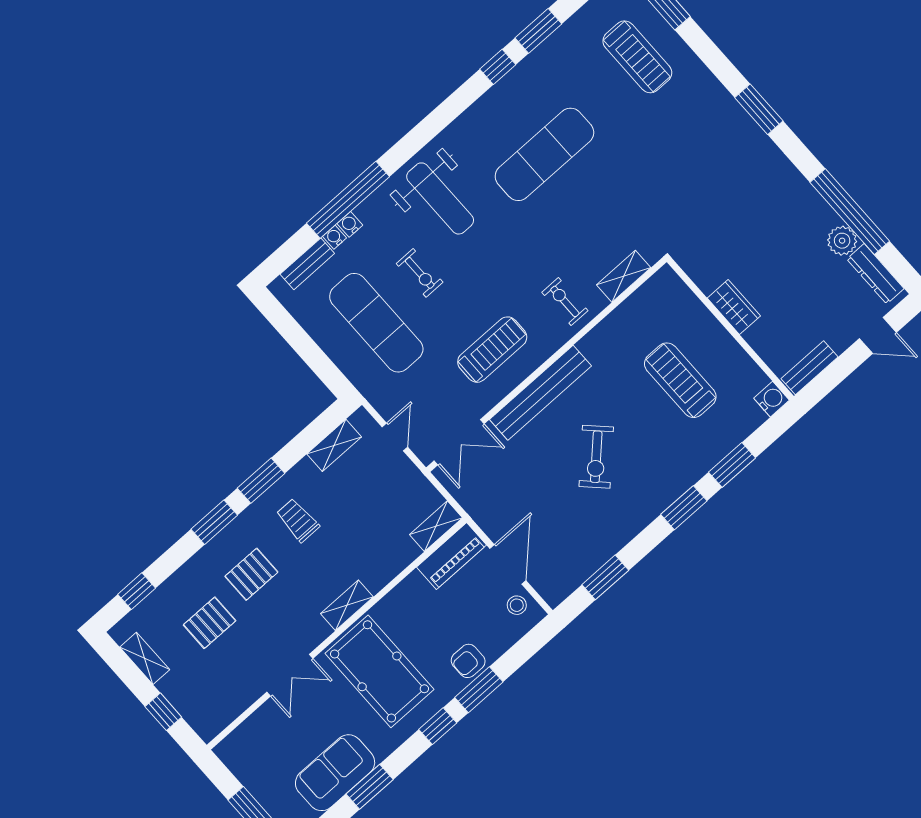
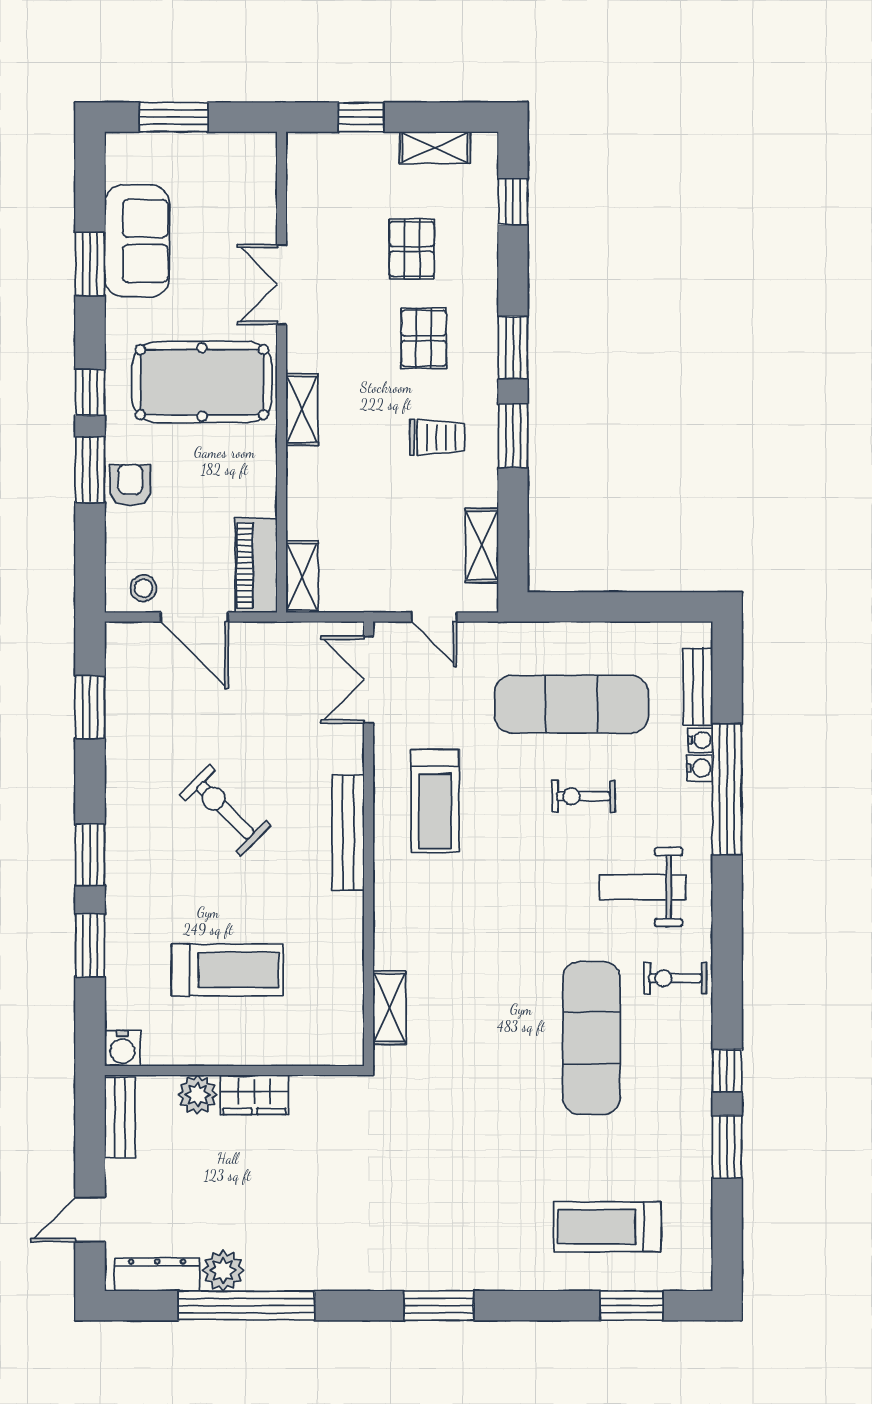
weight bench: (440, 198) -> (643, 887), width x0.73, depth x0.75
exercise bike: (565, 301) -> (675, 978), moved, turned 180
plant: (761, 337) -> (198, 1095), added
bench: (541, 393) -> (348, 833), width x0.73, depth x0.82

